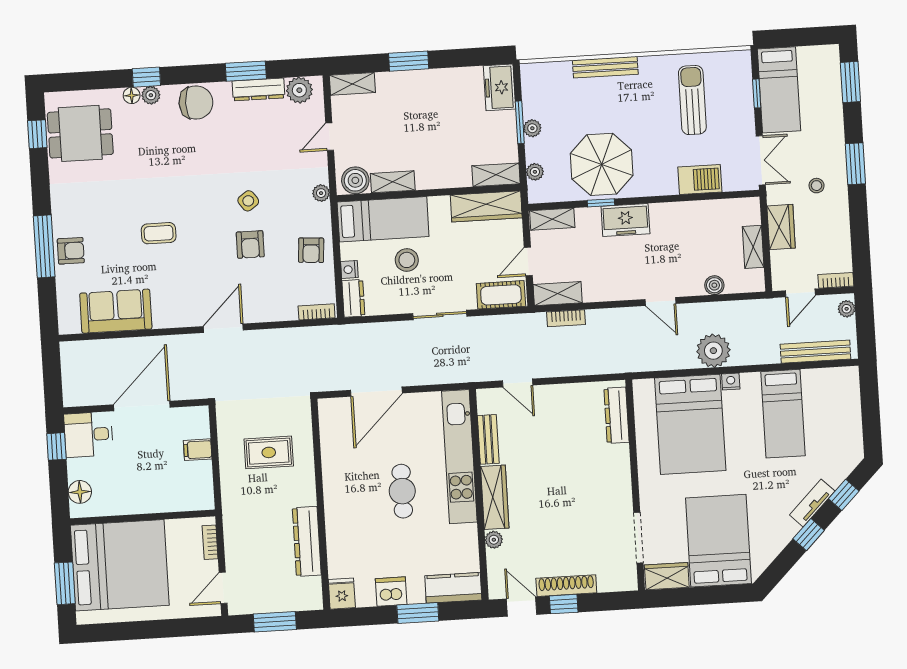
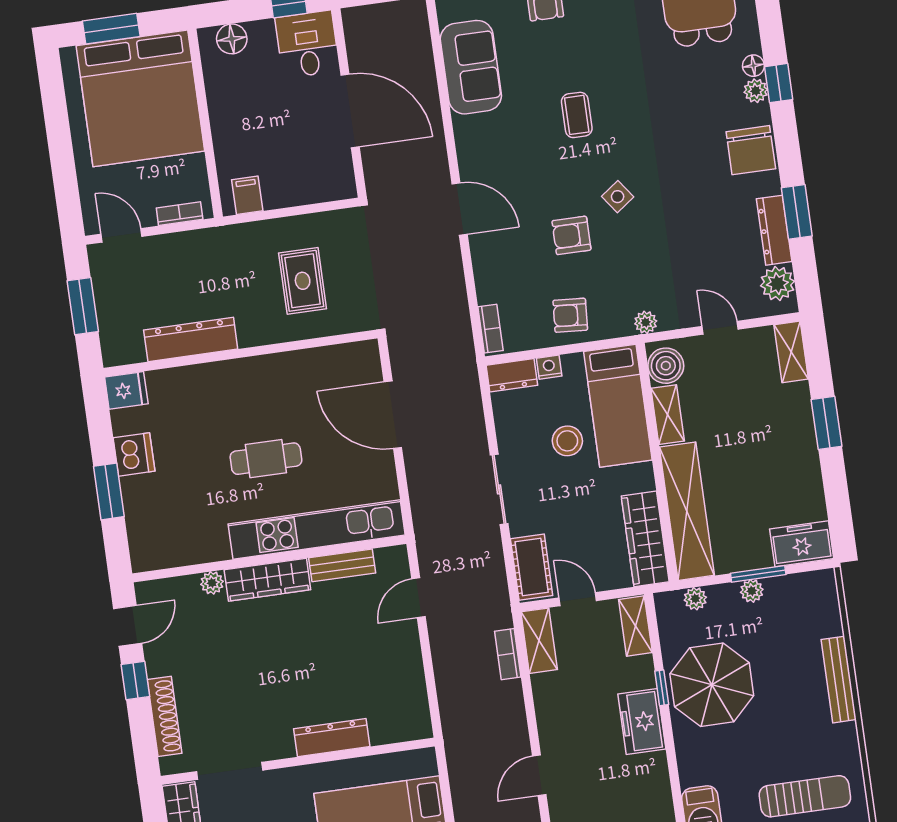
shelving: (496, 175) -> (687, 511), width x2.20, depth x1.33
side table: (248, 201) -> (618, 197), moved
dresser: (617, 415) -> (332, 738), moved
filing cabinet: (198, 450) -> (247, 195), moved
shoe rack: (566, 586) -> (165, 716), moved
kitchen counter: (453, 588) -> (145, 535), removed

